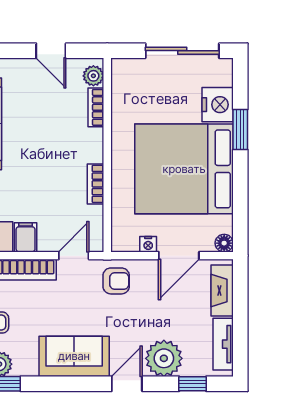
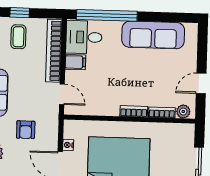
bookcase: (96, 184) -> (134, 111), moved
armchair: (116, 281) -> (26, 130), moved

